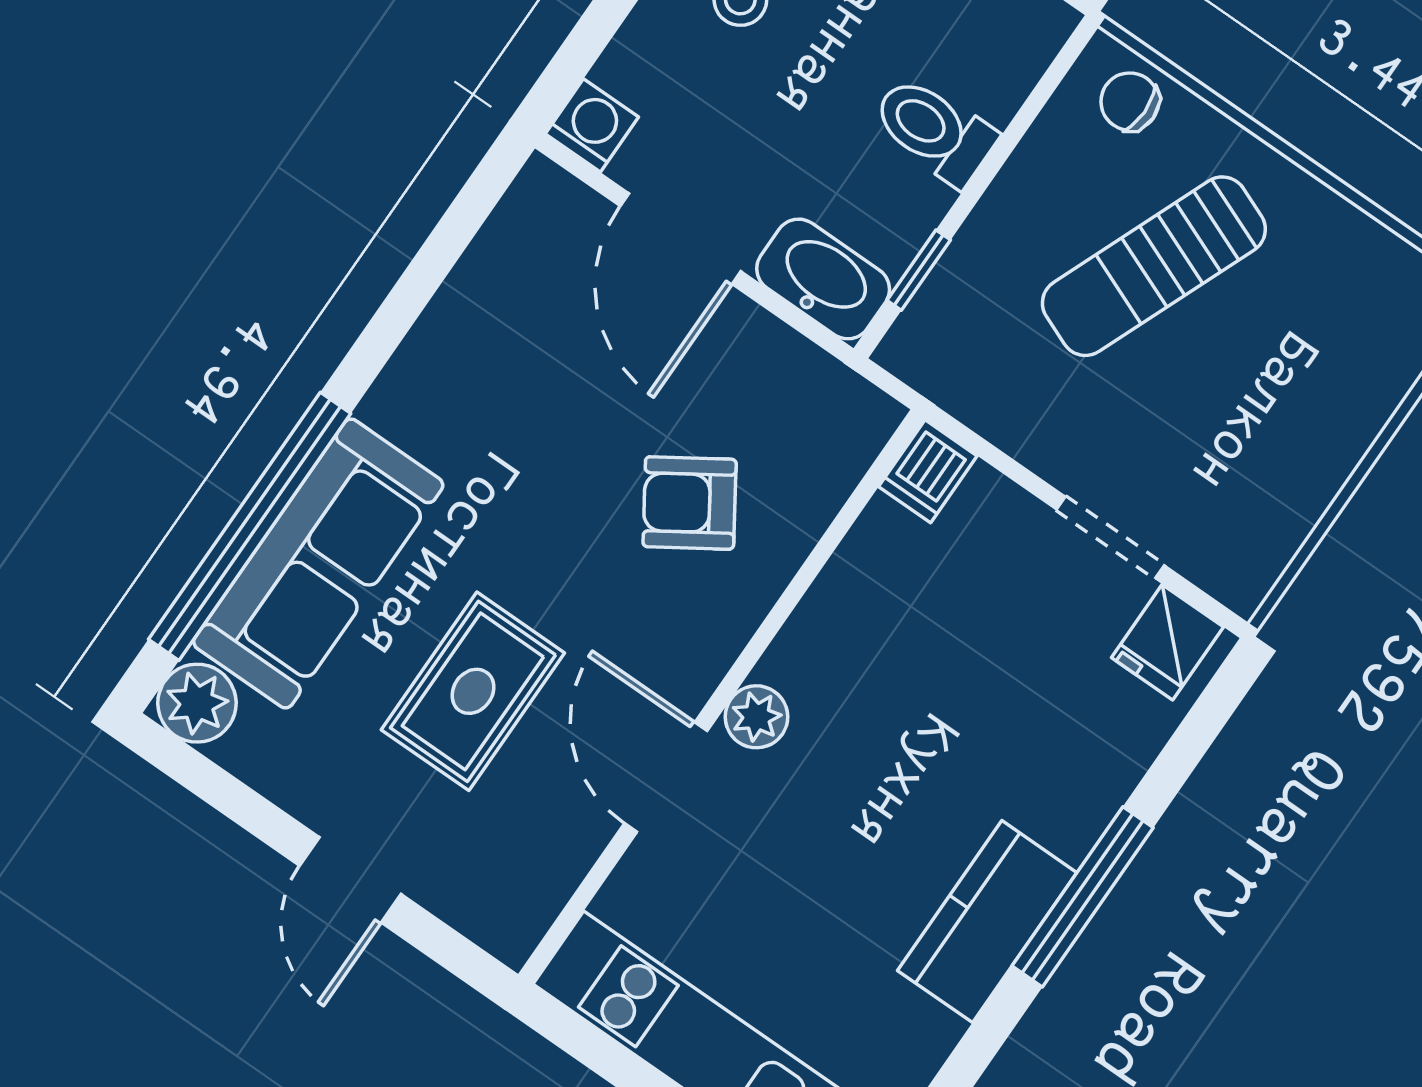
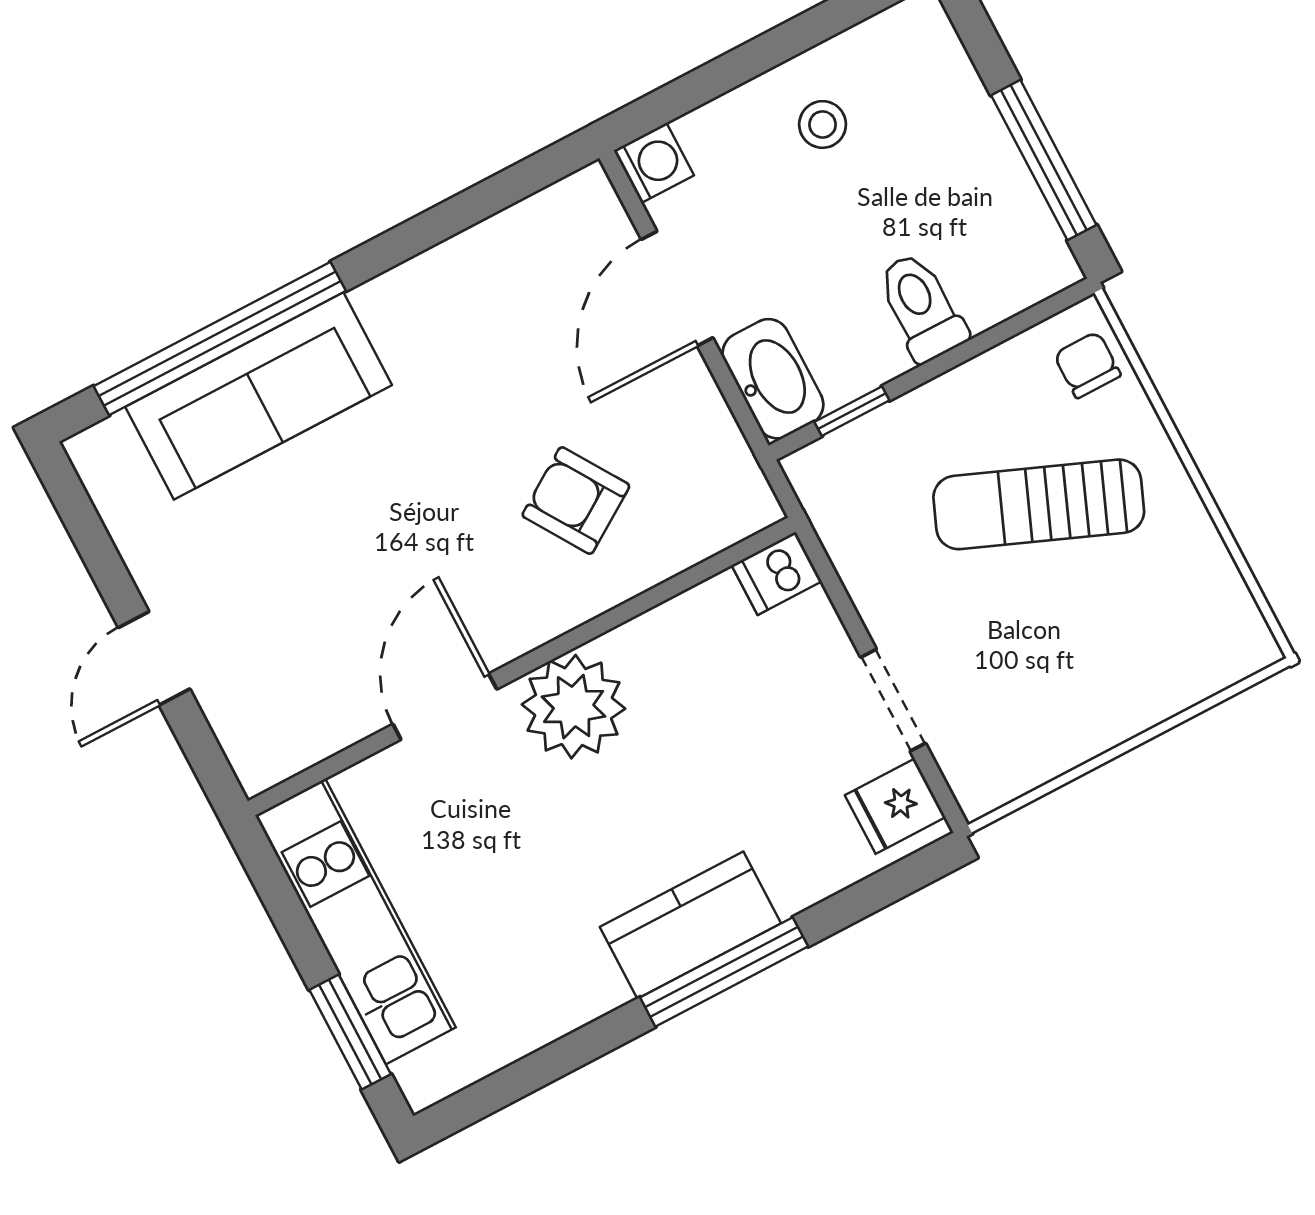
rug: (473, 691) -> (328, 560), removed
plant: (197, 703) -> (106, 456), removed
plant: (756, 717) -> (574, 707), width x1.88, depth x1.88
kitchen counter: (987, 922) -> (690, 925), moved

